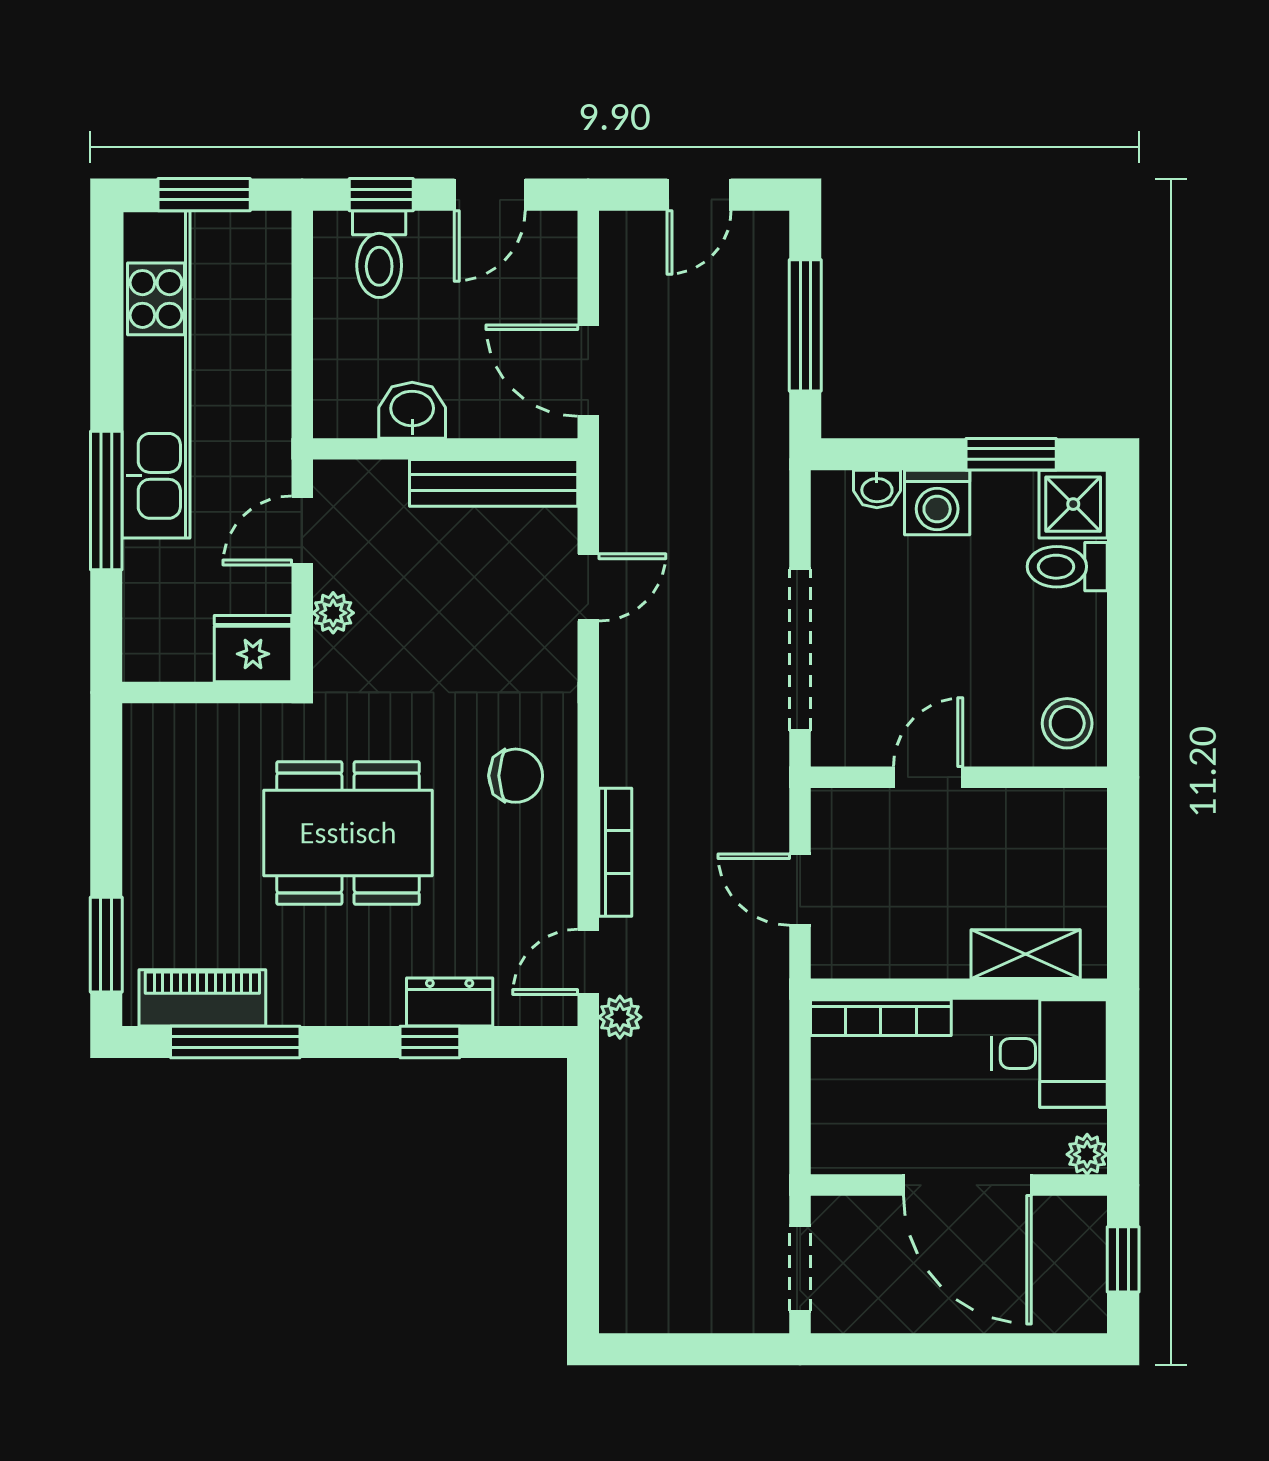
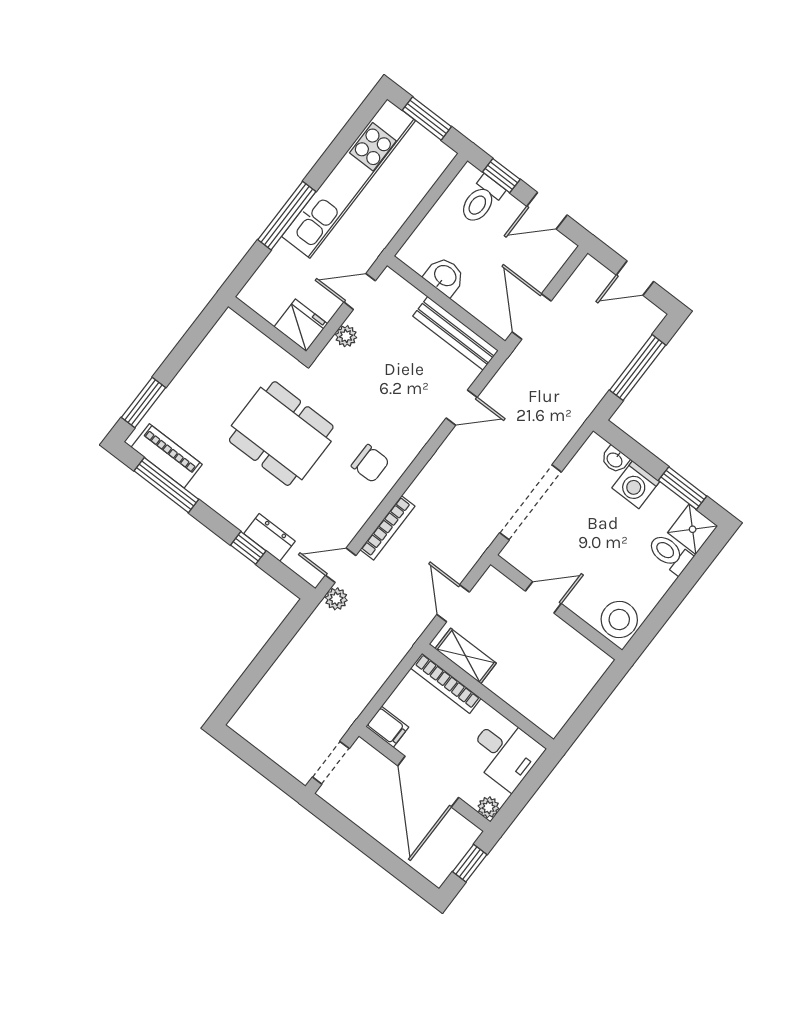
stool: (1067, 723) -> (619, 620), width x1.38, depth x1.38
shelving: (1026, 954) -> (466, 656), moved
filing cabinet: (843, 1150) -> (387, 727), added

